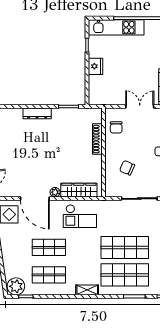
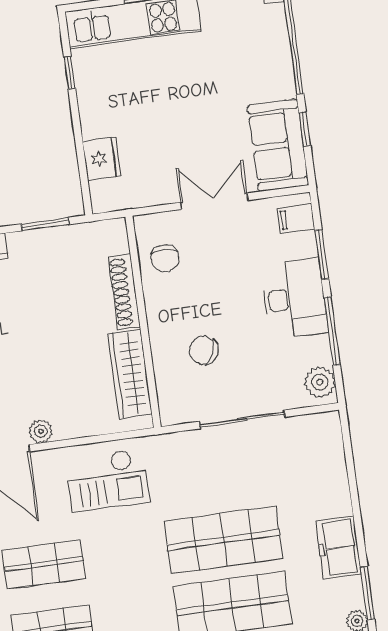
fridge: (96, 66) -> (102, 159), moved
wardrobe: (79, 190) -> (130, 374), moved, turned -90

